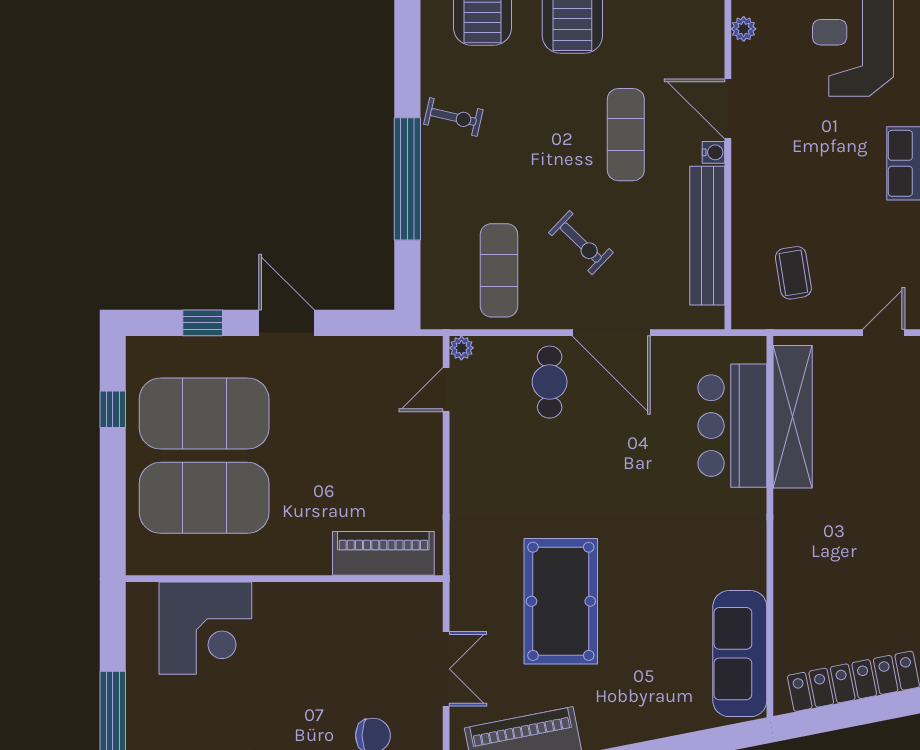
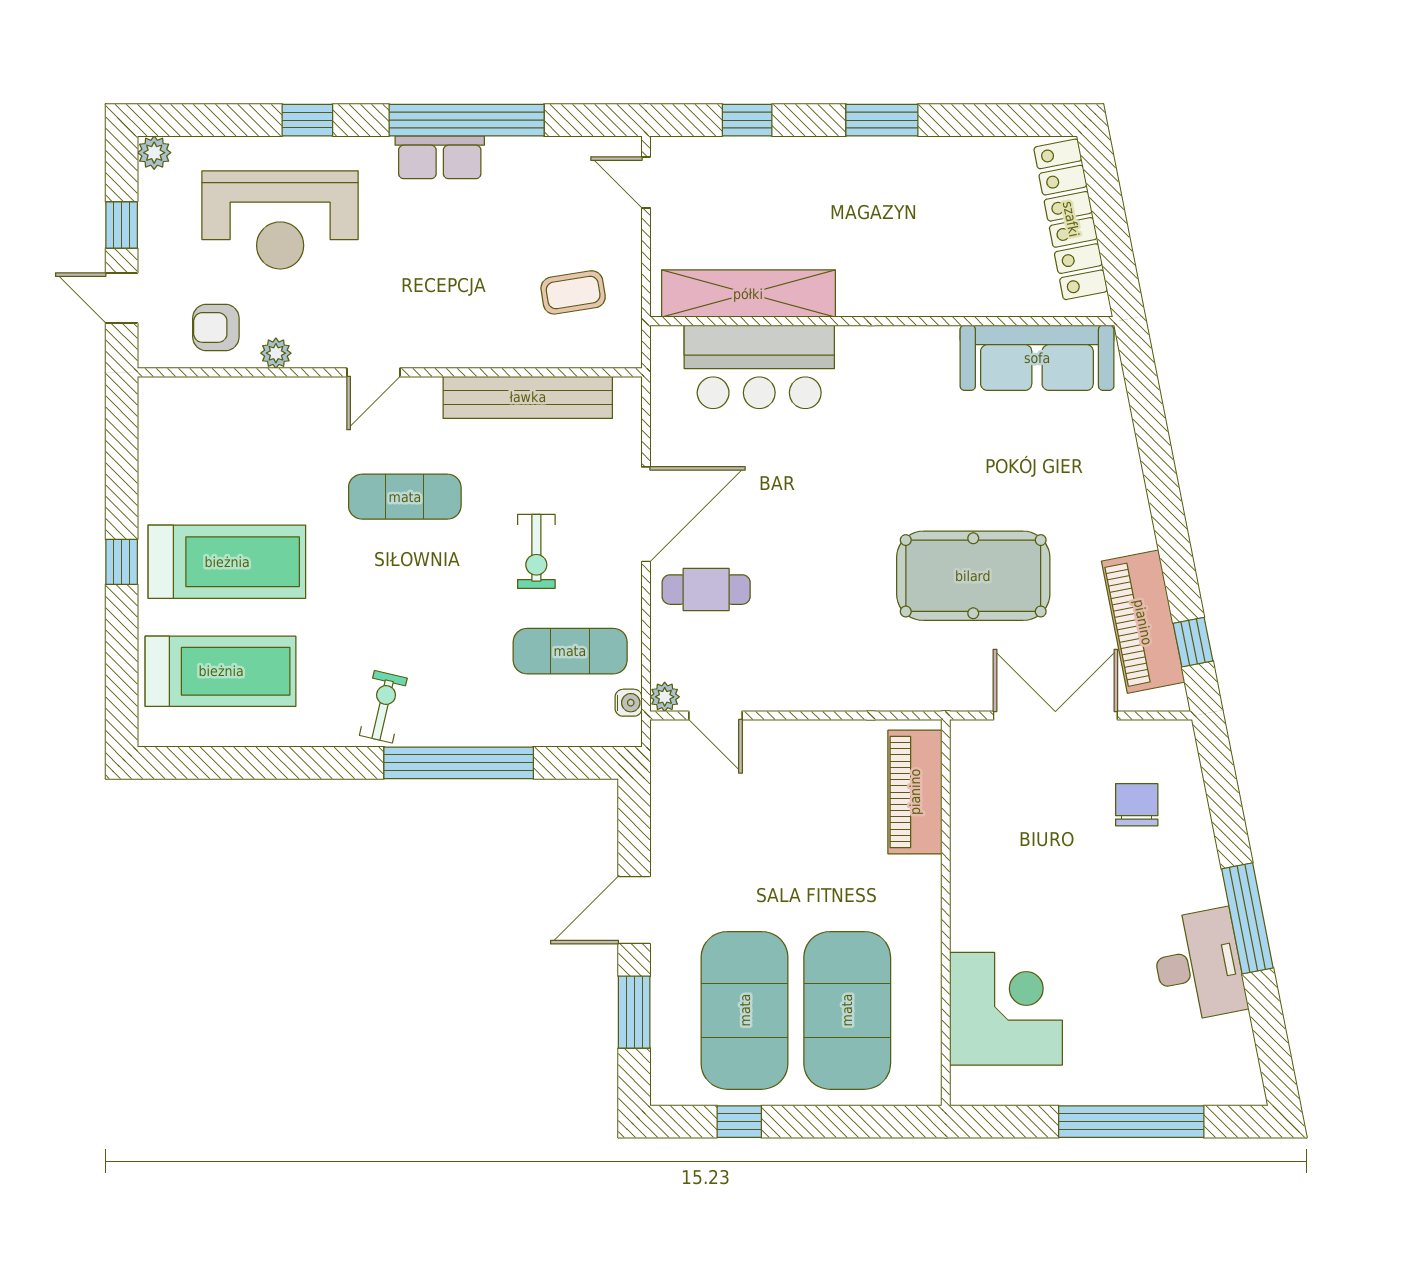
door: (728, 109) -> (373, 372), width x0.73
water cooler: (713, 152) -> (629, 703), moved, turned 90
exercise bike: (581, 243) -> (536, 551), turned 136
window: (203, 323) -> (634, 1012), width x1.50
double door: (446, 669) -> (1055, 715), width x1.37

